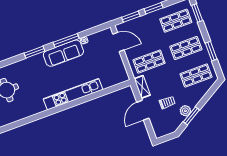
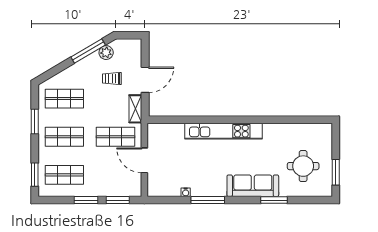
door: (118, 42) -> (144, 160), moved
window: (34, 52) -> (274, 200), moved
sofa: (63, 53) -> (253, 186), moved
plant: (185, 111) -> (106, 53), moved
window: (191, 116) -> (88, 51), width x1.44

